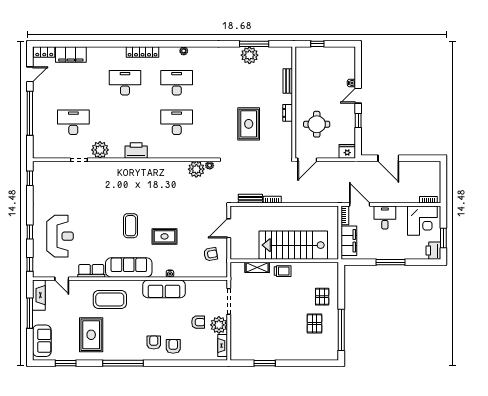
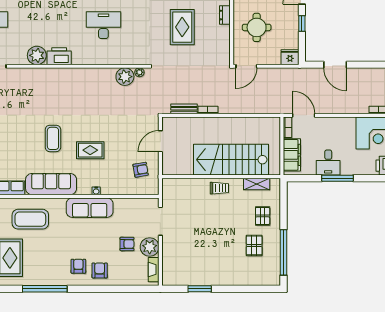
plant: (100, 150) -> (37, 55), moved
desk: (385, 218) -> (328, 163), moved, turned 180
shelving: (257, 267) -> (257, 184), moved

